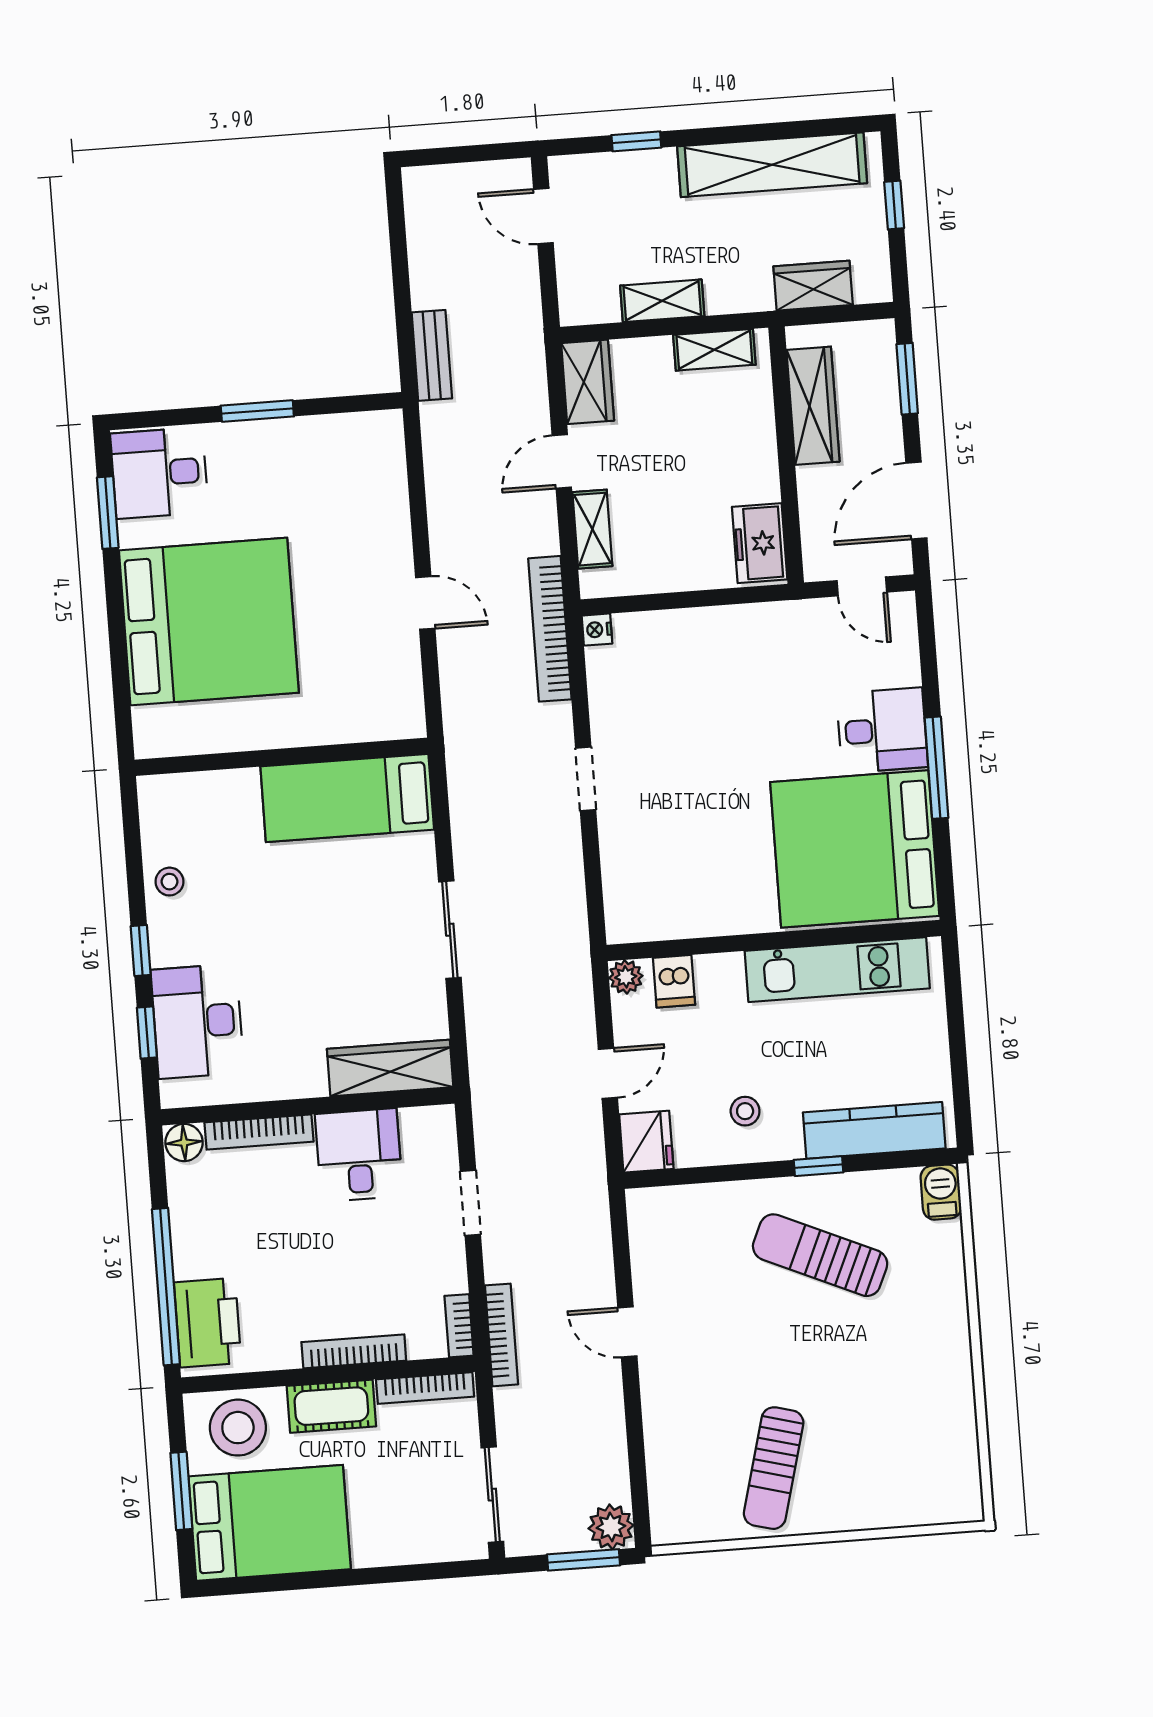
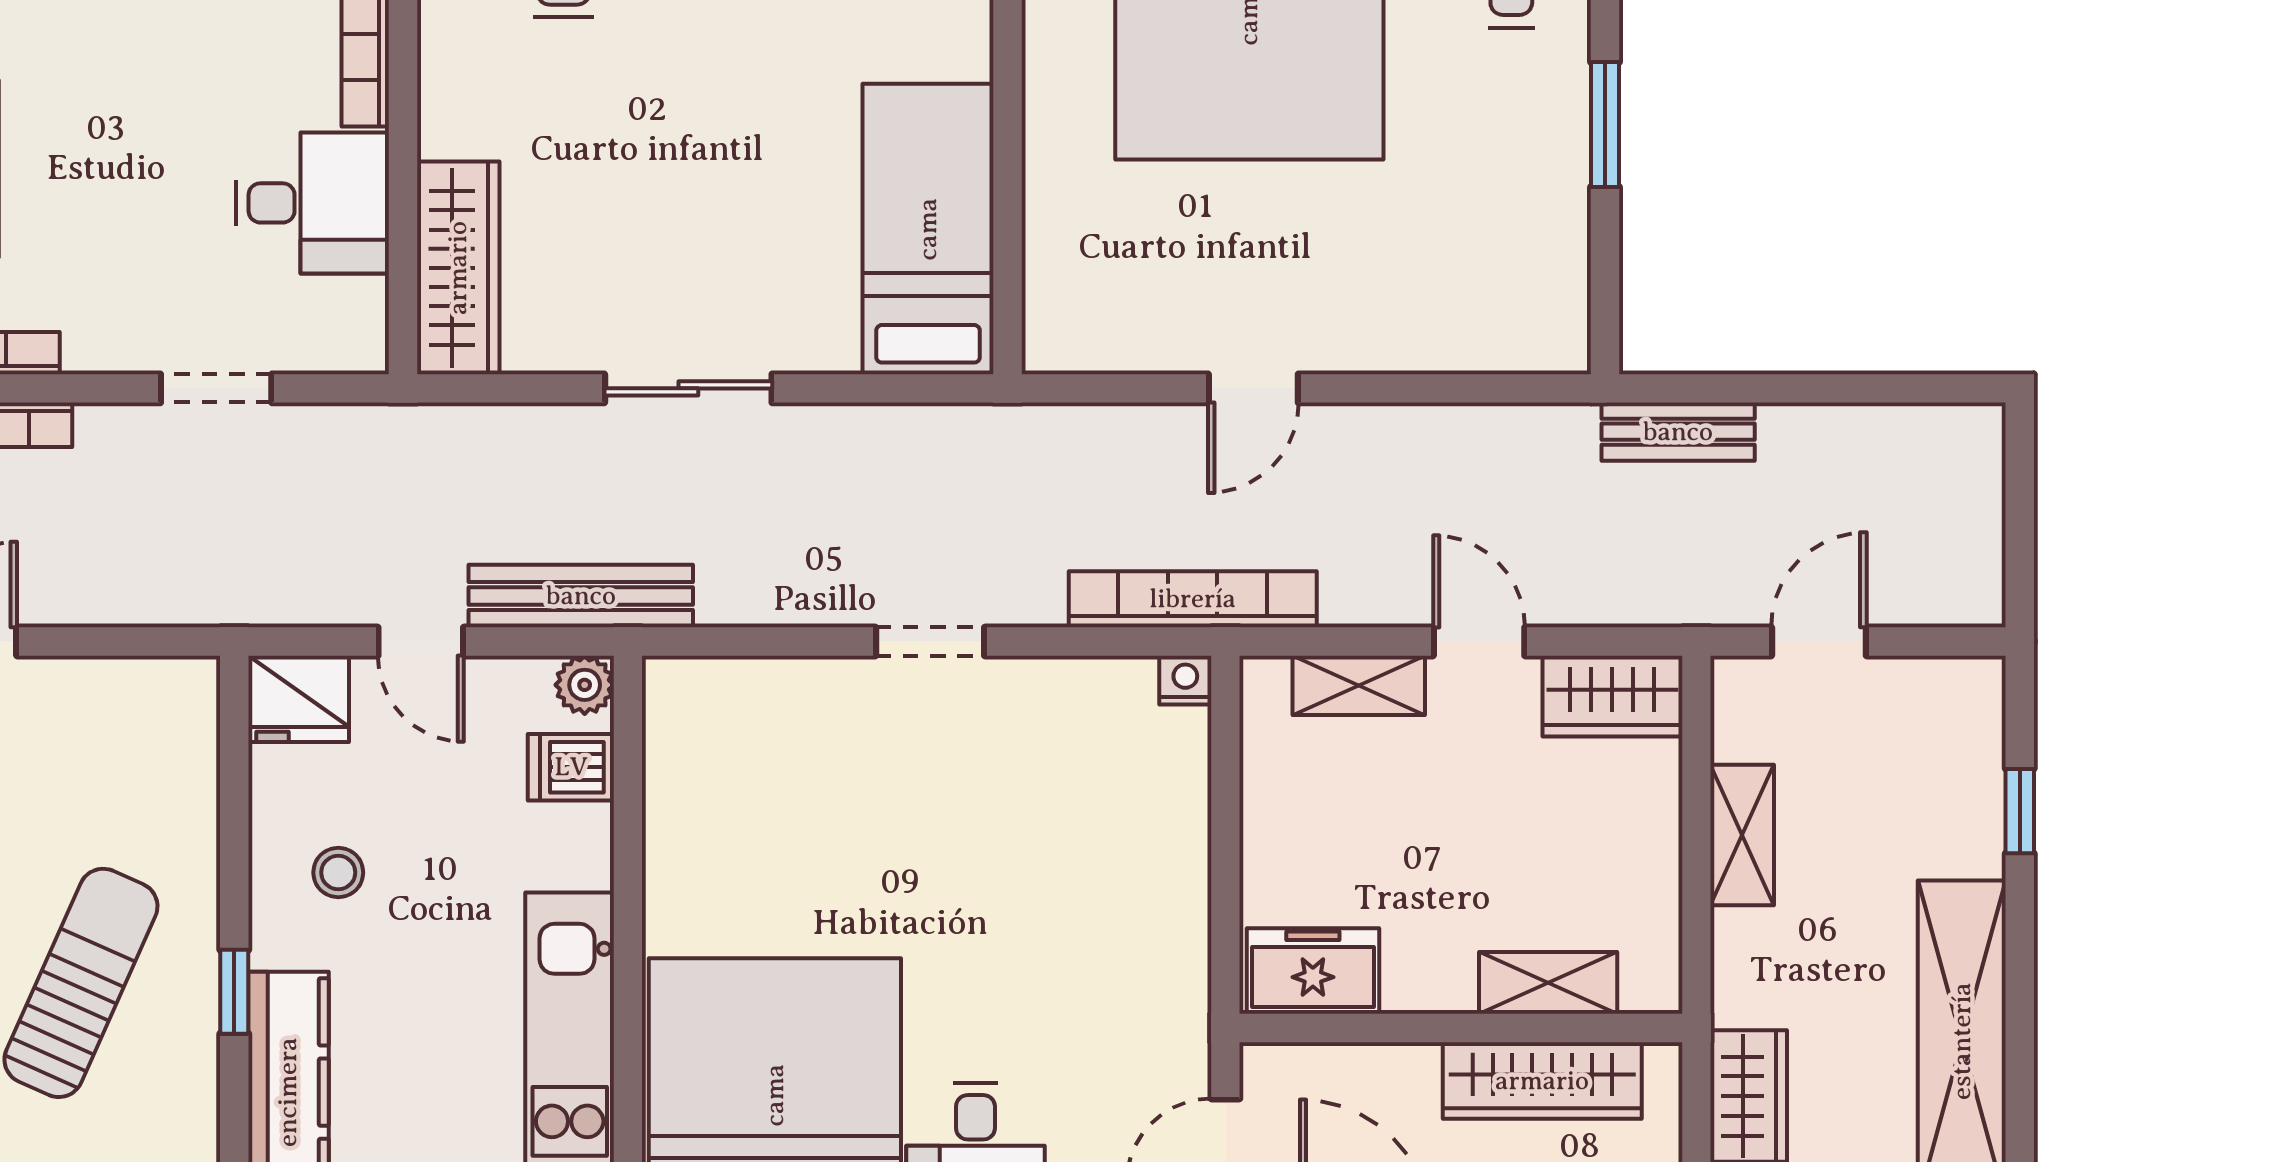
door: (543, 216) -> (1819, 641), moved
shelving: (714, 350) -> (1548, 983), moved, turned 90
bench: (575, 983) -> (581, 596), added

